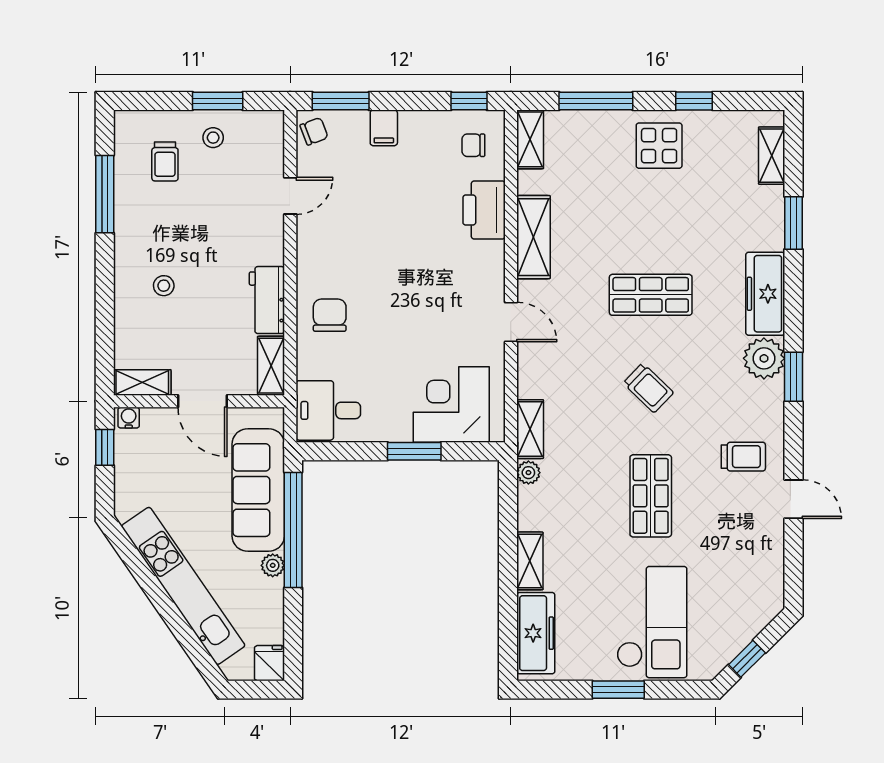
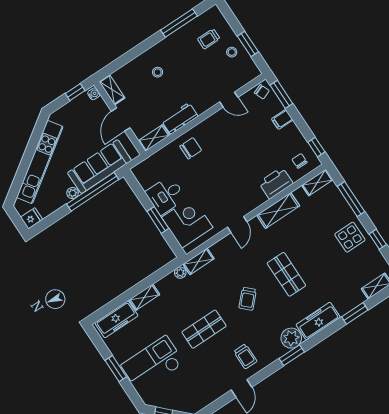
desk: (328, 410) -> (166, 195), moved, turned -90
checkout: (652, 622) -> (153, 364), turned 180

